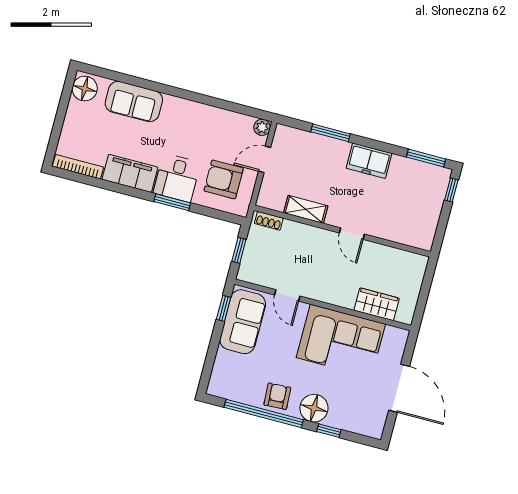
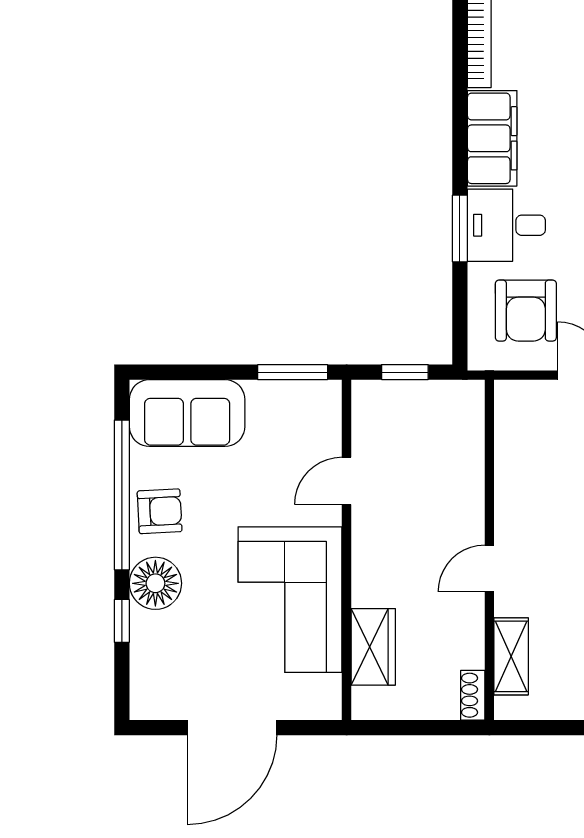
armchair: (224, 179) -> (526, 311), turned 180
shelving: (306, 209) -> (511, 656), moved
shoe rack: (269, 221) -> (473, 695), moved
window: (224, 308) -> (293, 372), width x1.50
sofa: (243, 322) -> (187, 413), moved

